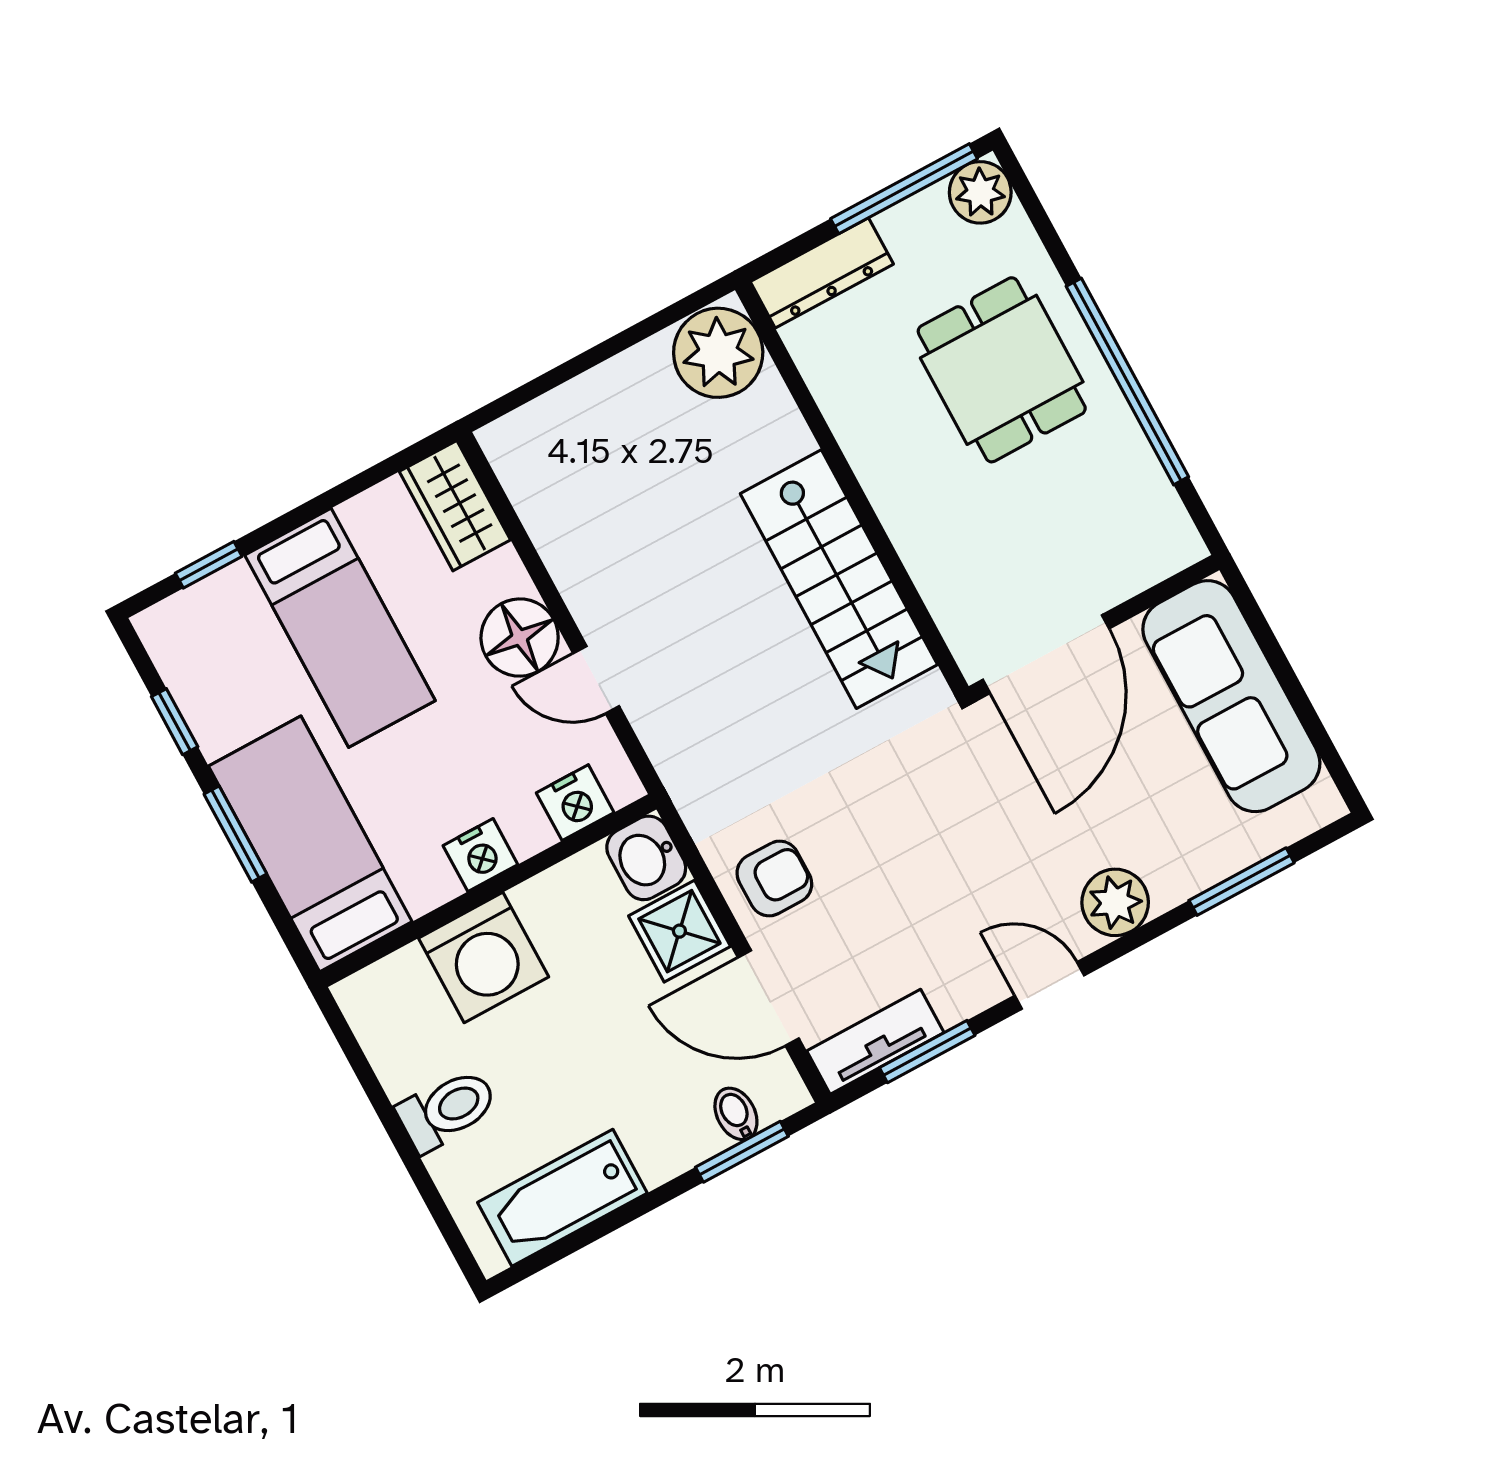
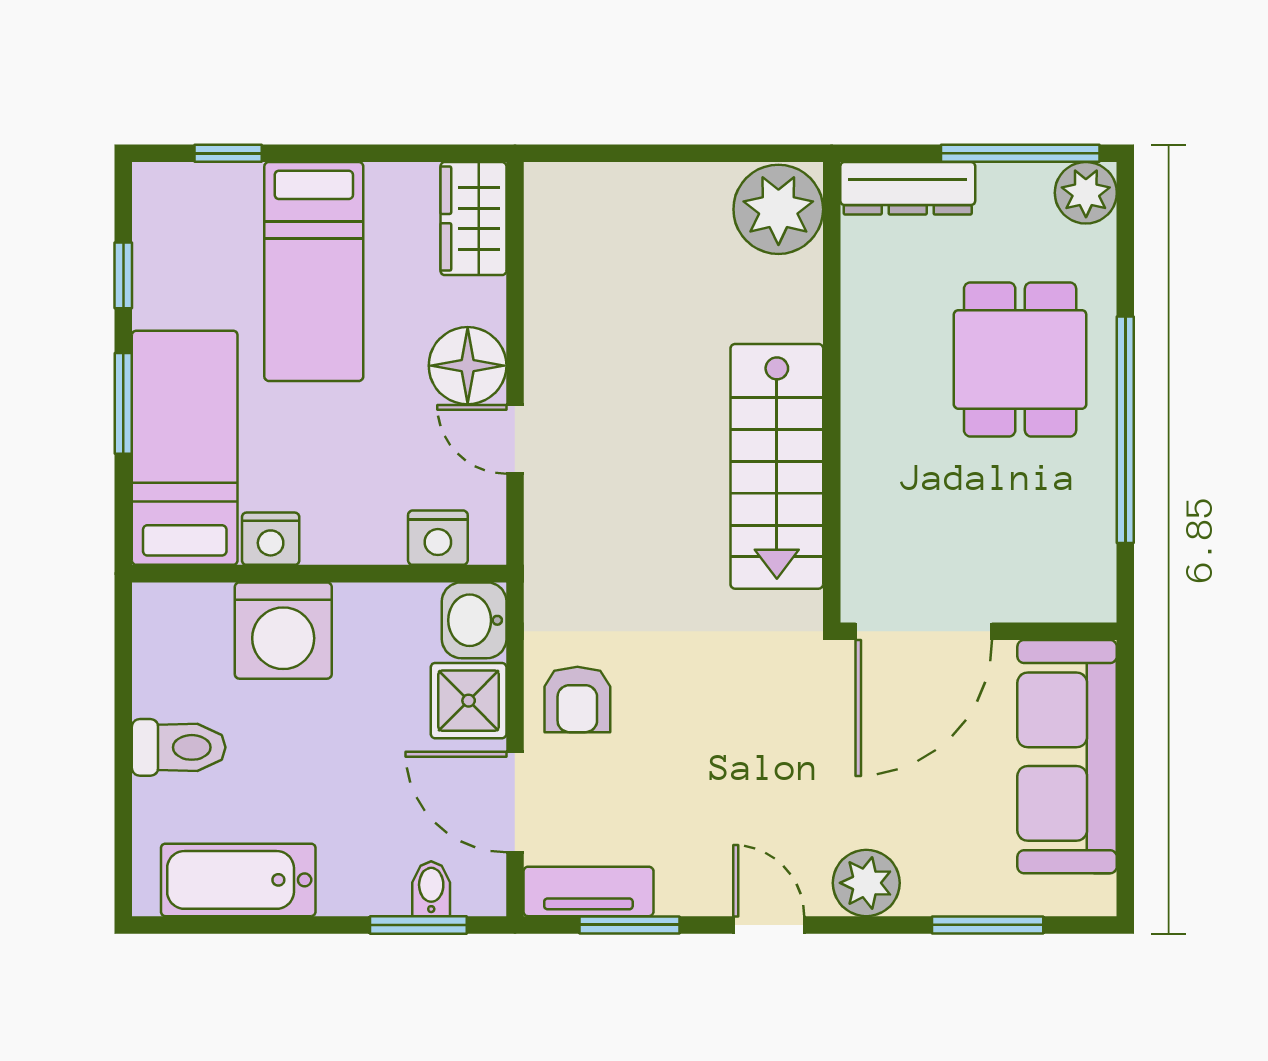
nightstand: (480, 855) -> (271, 539), moved
armchair: (774, 879) -> (577, 700), turned 90

